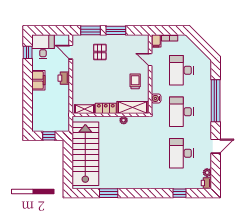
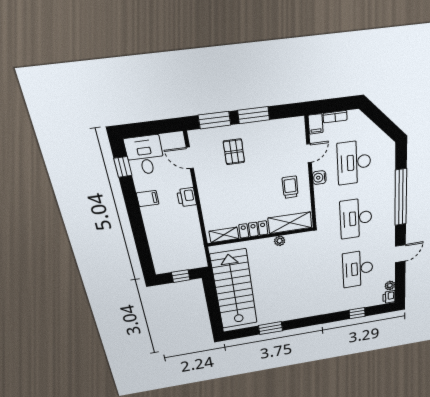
door: (150, 60) -> (309, 153), swing flipped
filing cabinet: (38, 80) -> (148, 199), width x0.50
water cooler: (156, 98) -> (319, 178), moved

